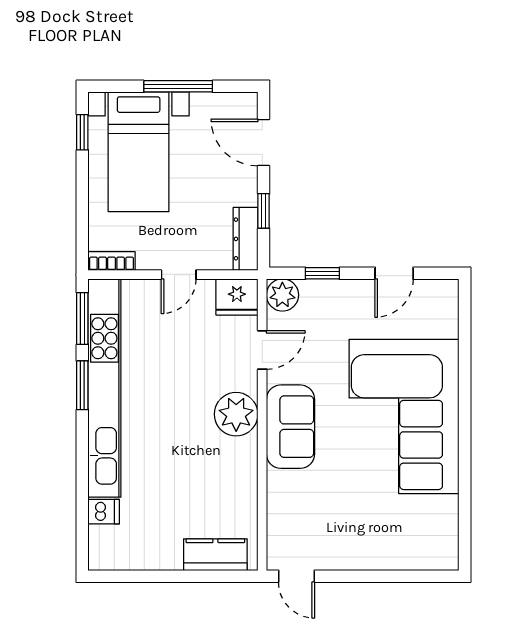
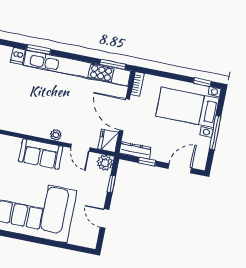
door: (179, 275) -> (125, 115), width x1.88
window: (82, 385) -> (39, 49), moved
plant: (236, 414) -> (56, 135), width x0.53, depth x0.53

